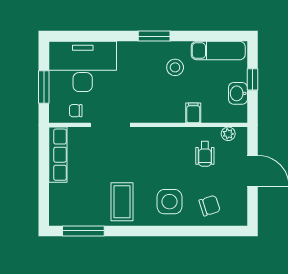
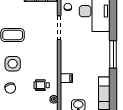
window: (154, 36) -> (113, 54), width x1.44
stool: (175, 67) -> (94, 67), removed

